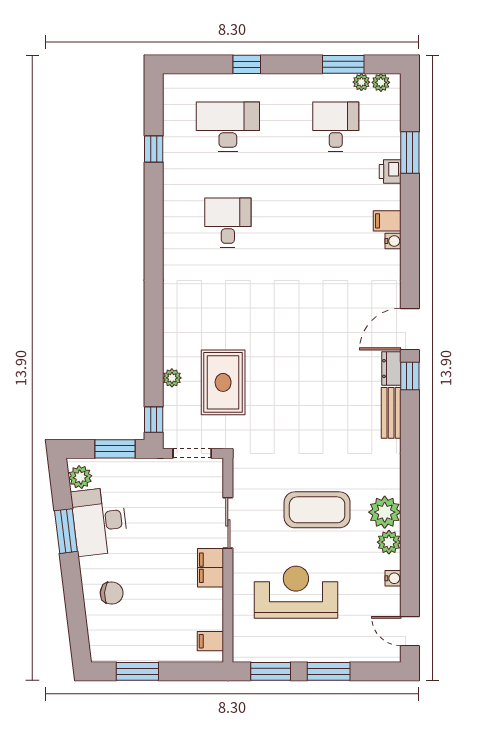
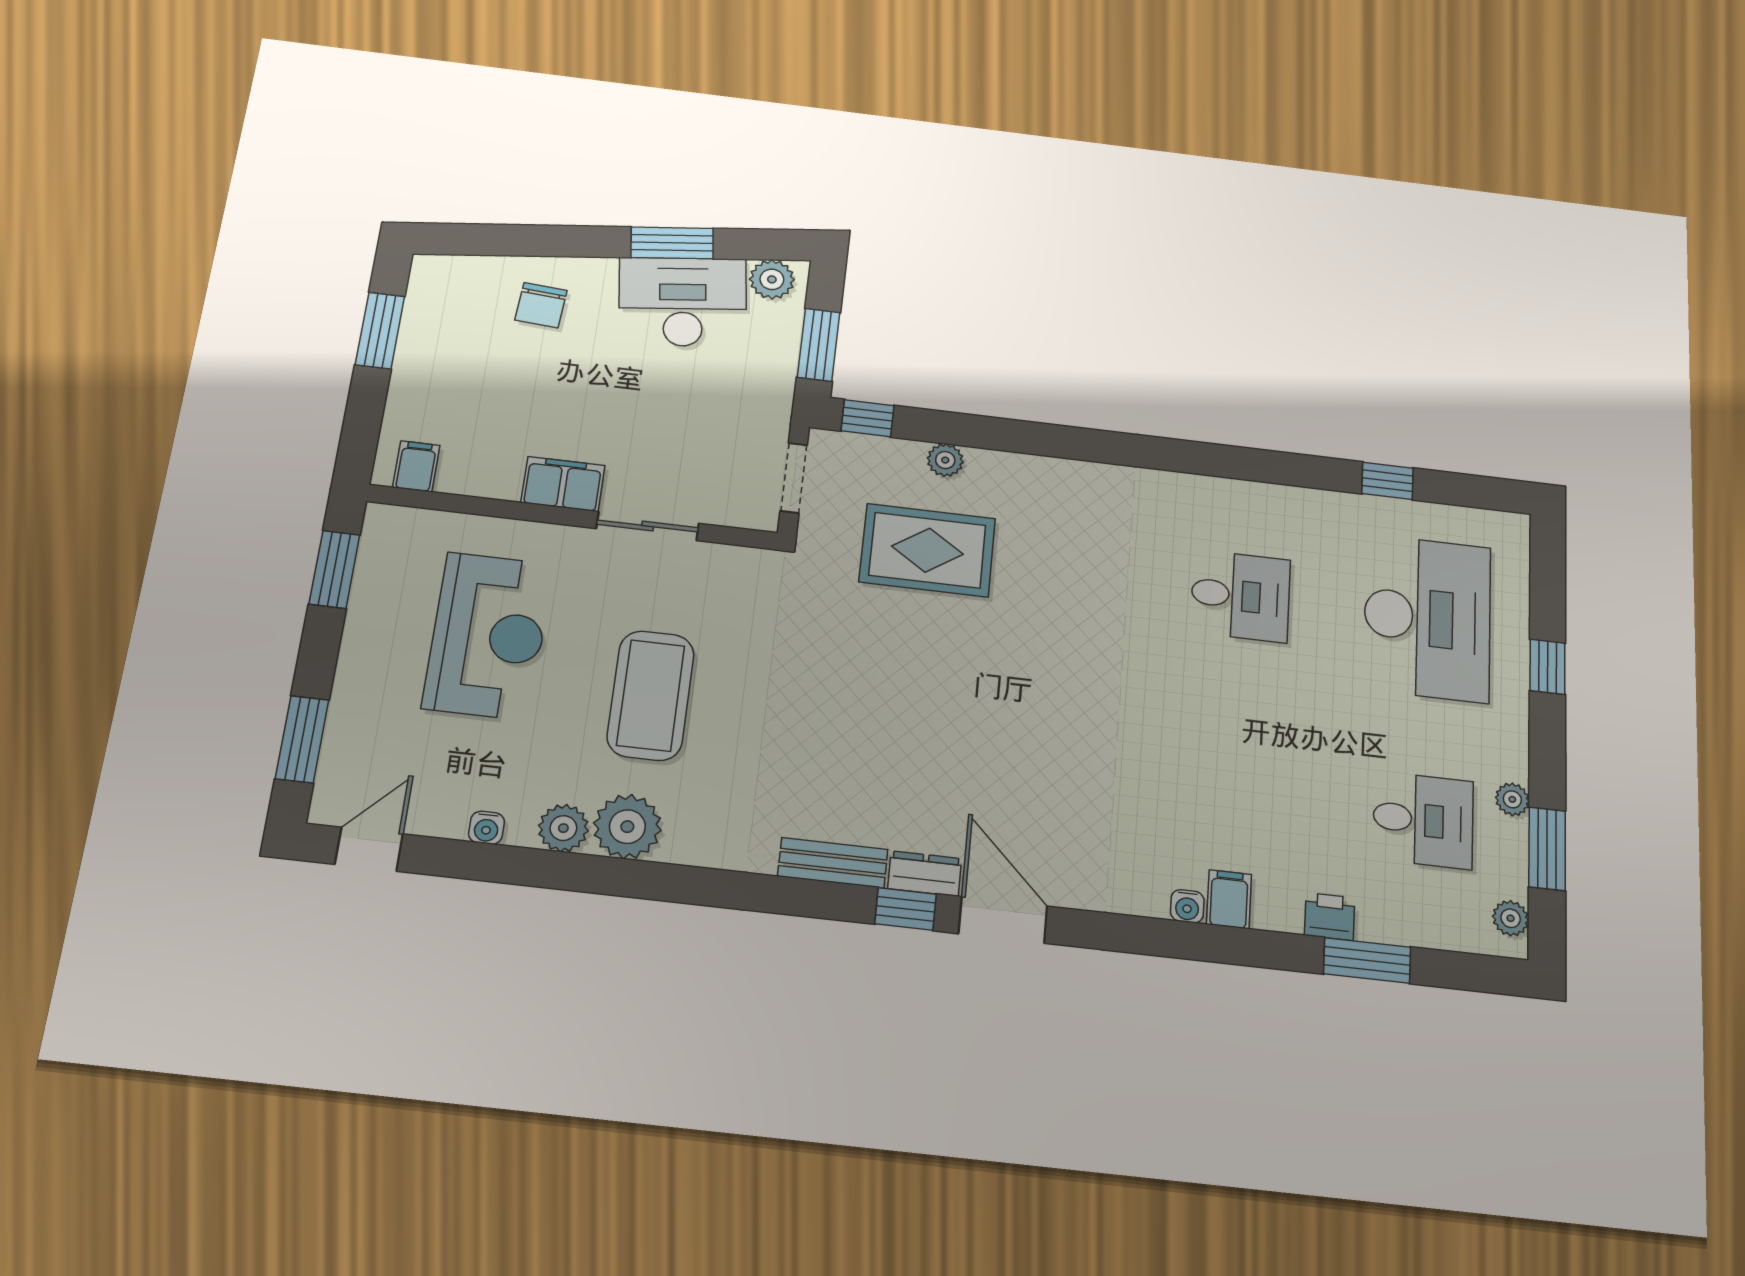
plant: (361, 82) -> (1512, 799), moved
desk: (228, 127) -> (1427, 618), width x1.36, depth x1.30
window: (329, 671) -> (302, 739), moved

